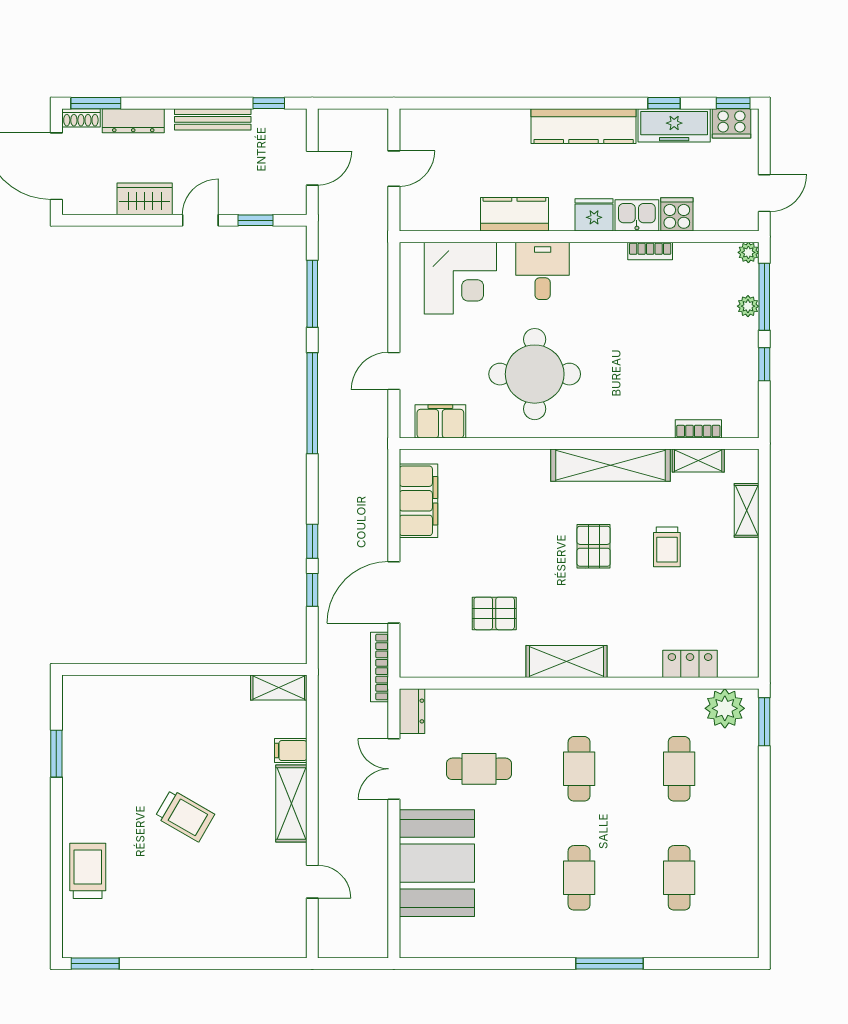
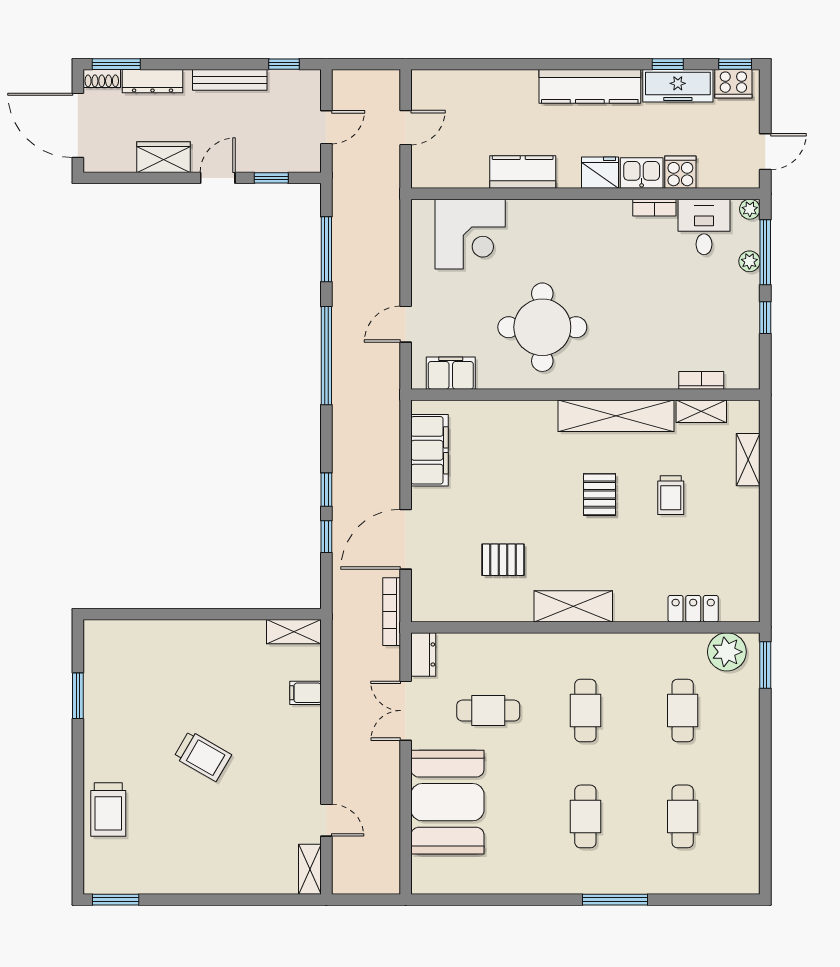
desk: (543, 271) -> (704, 227), moved
shelving: (291, 804) -> (310, 869), moved, width x0.67, depth x0.75
trolley: (88, 871) -> (108, 810), turned 180

